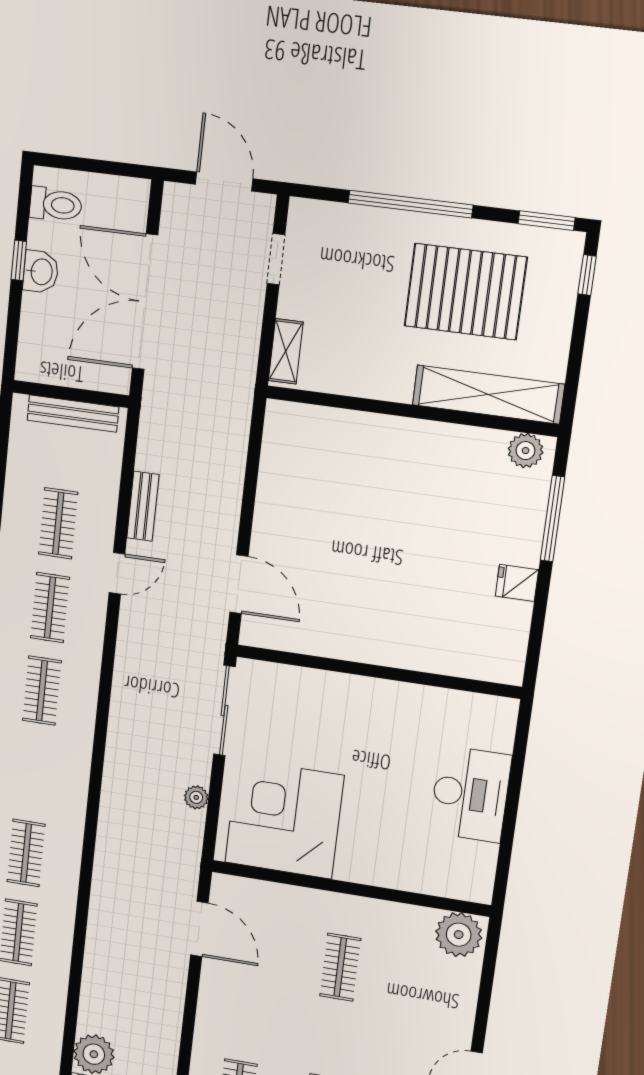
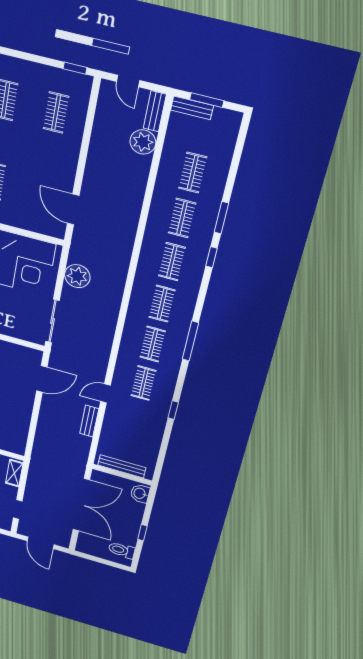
washbasin: (41, 272) -> (140, 493), moved
clothes rail: (58, 523) -> (162, 304), moved
door: (239, 584) -> (42, 379), swing flipped
plant: (196, 797) -> (77, 276), width x1.87, depth x1.87

